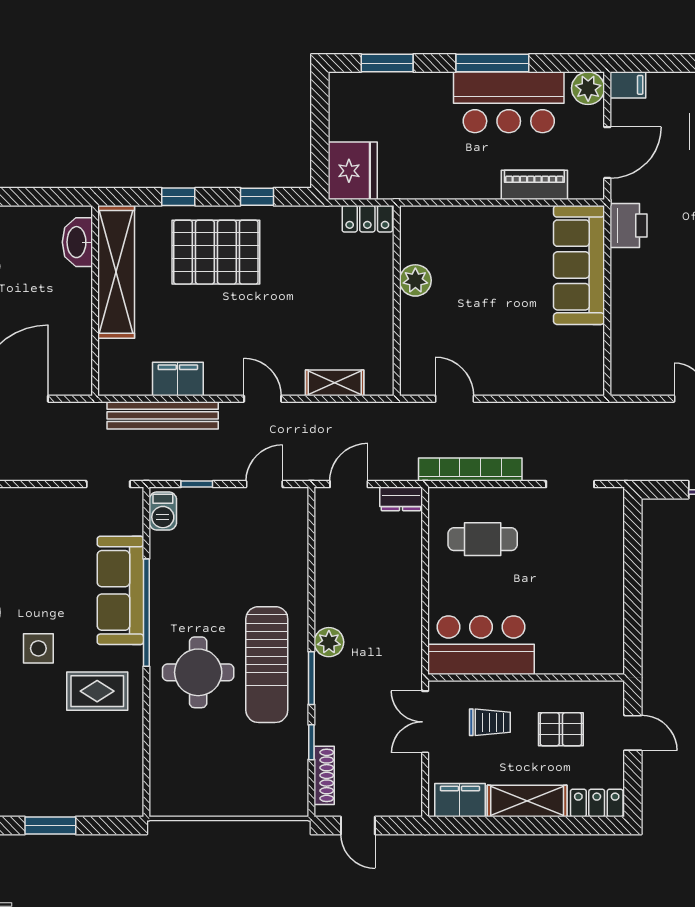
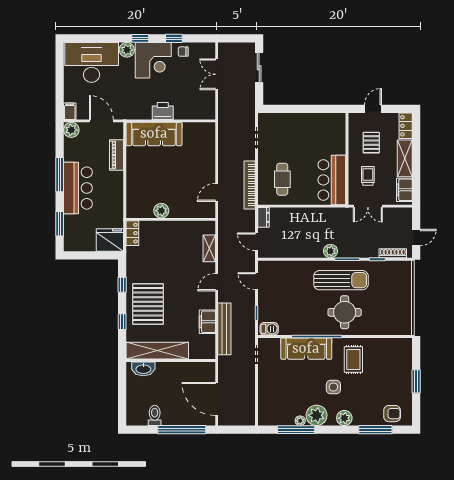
bar counter: (509, 102) -> (78, 188), moved
printer: (628, 226) -> (163, 111), moved

